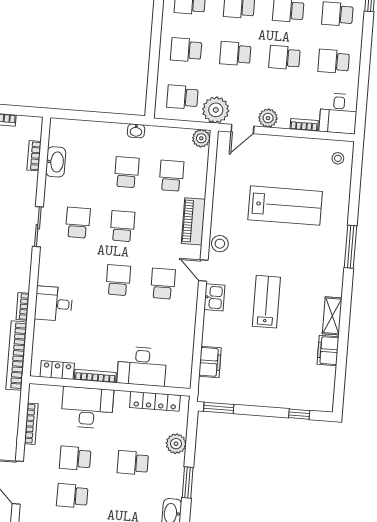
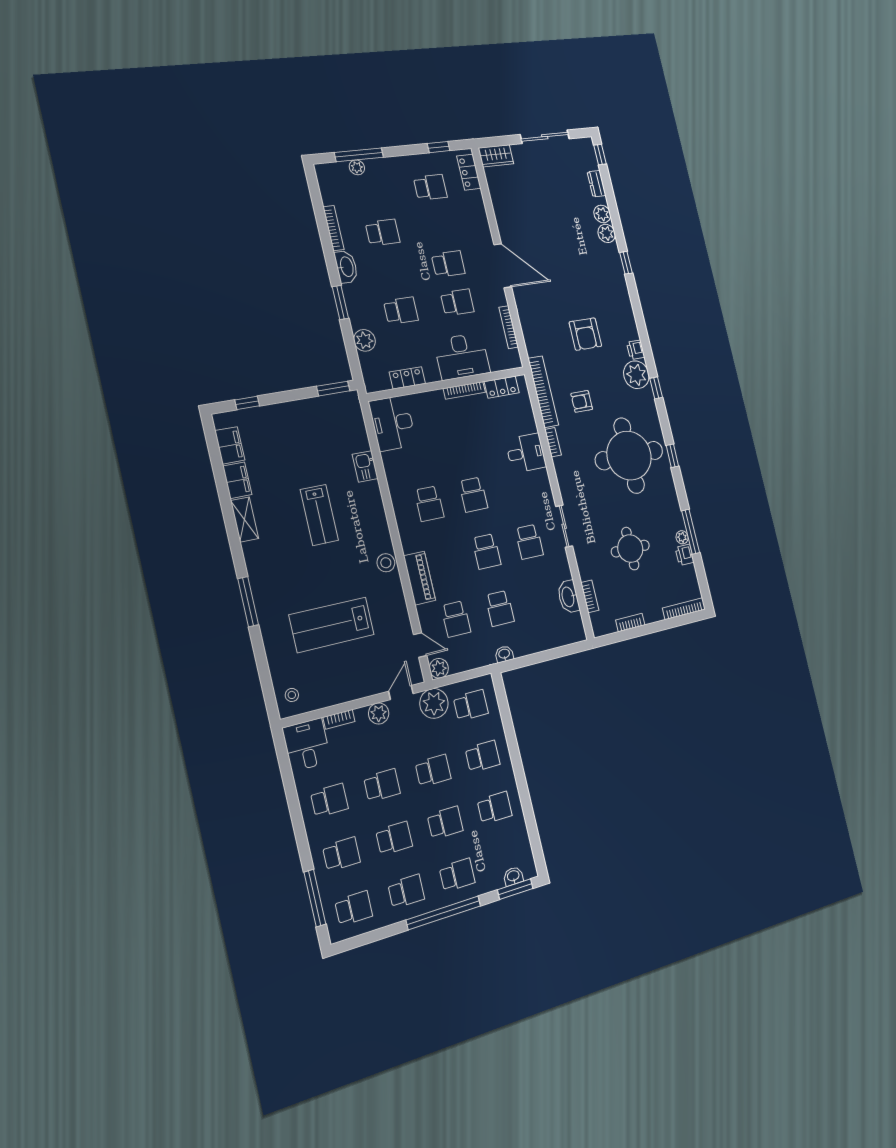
door: (203, 271) -> (420, 645), moved
kitchen sink: (214, 297) -> (365, 466), moved
filing cabinet: (210, 362) -> (230, 445), moved, turned 180
desk: (142, 366) -> (393, 423), moved, turned -90
locker: (155, 401) -> (407, 378), width x0.66

